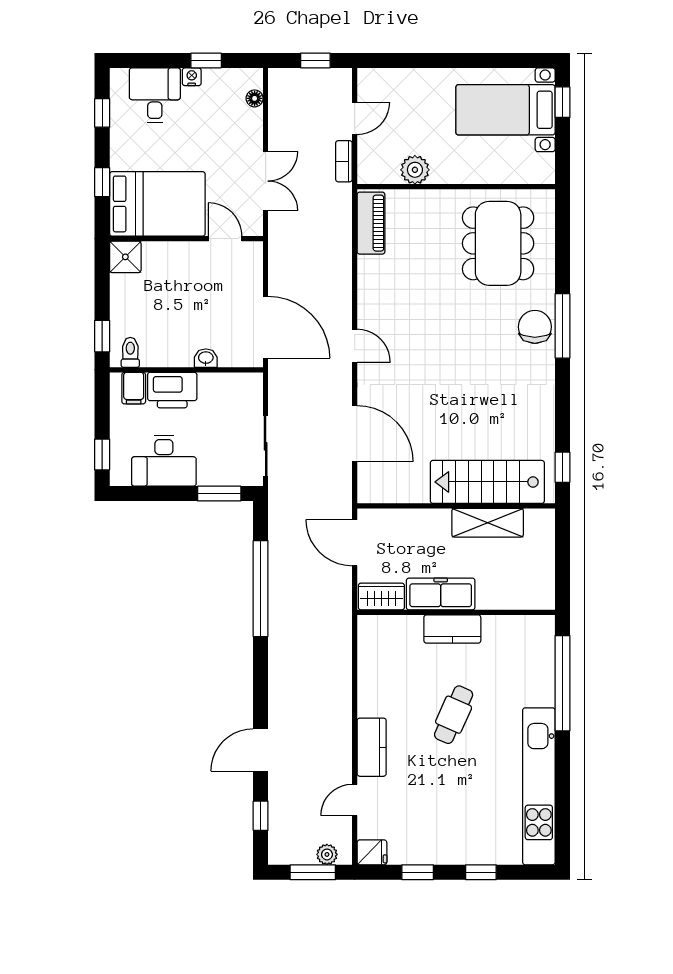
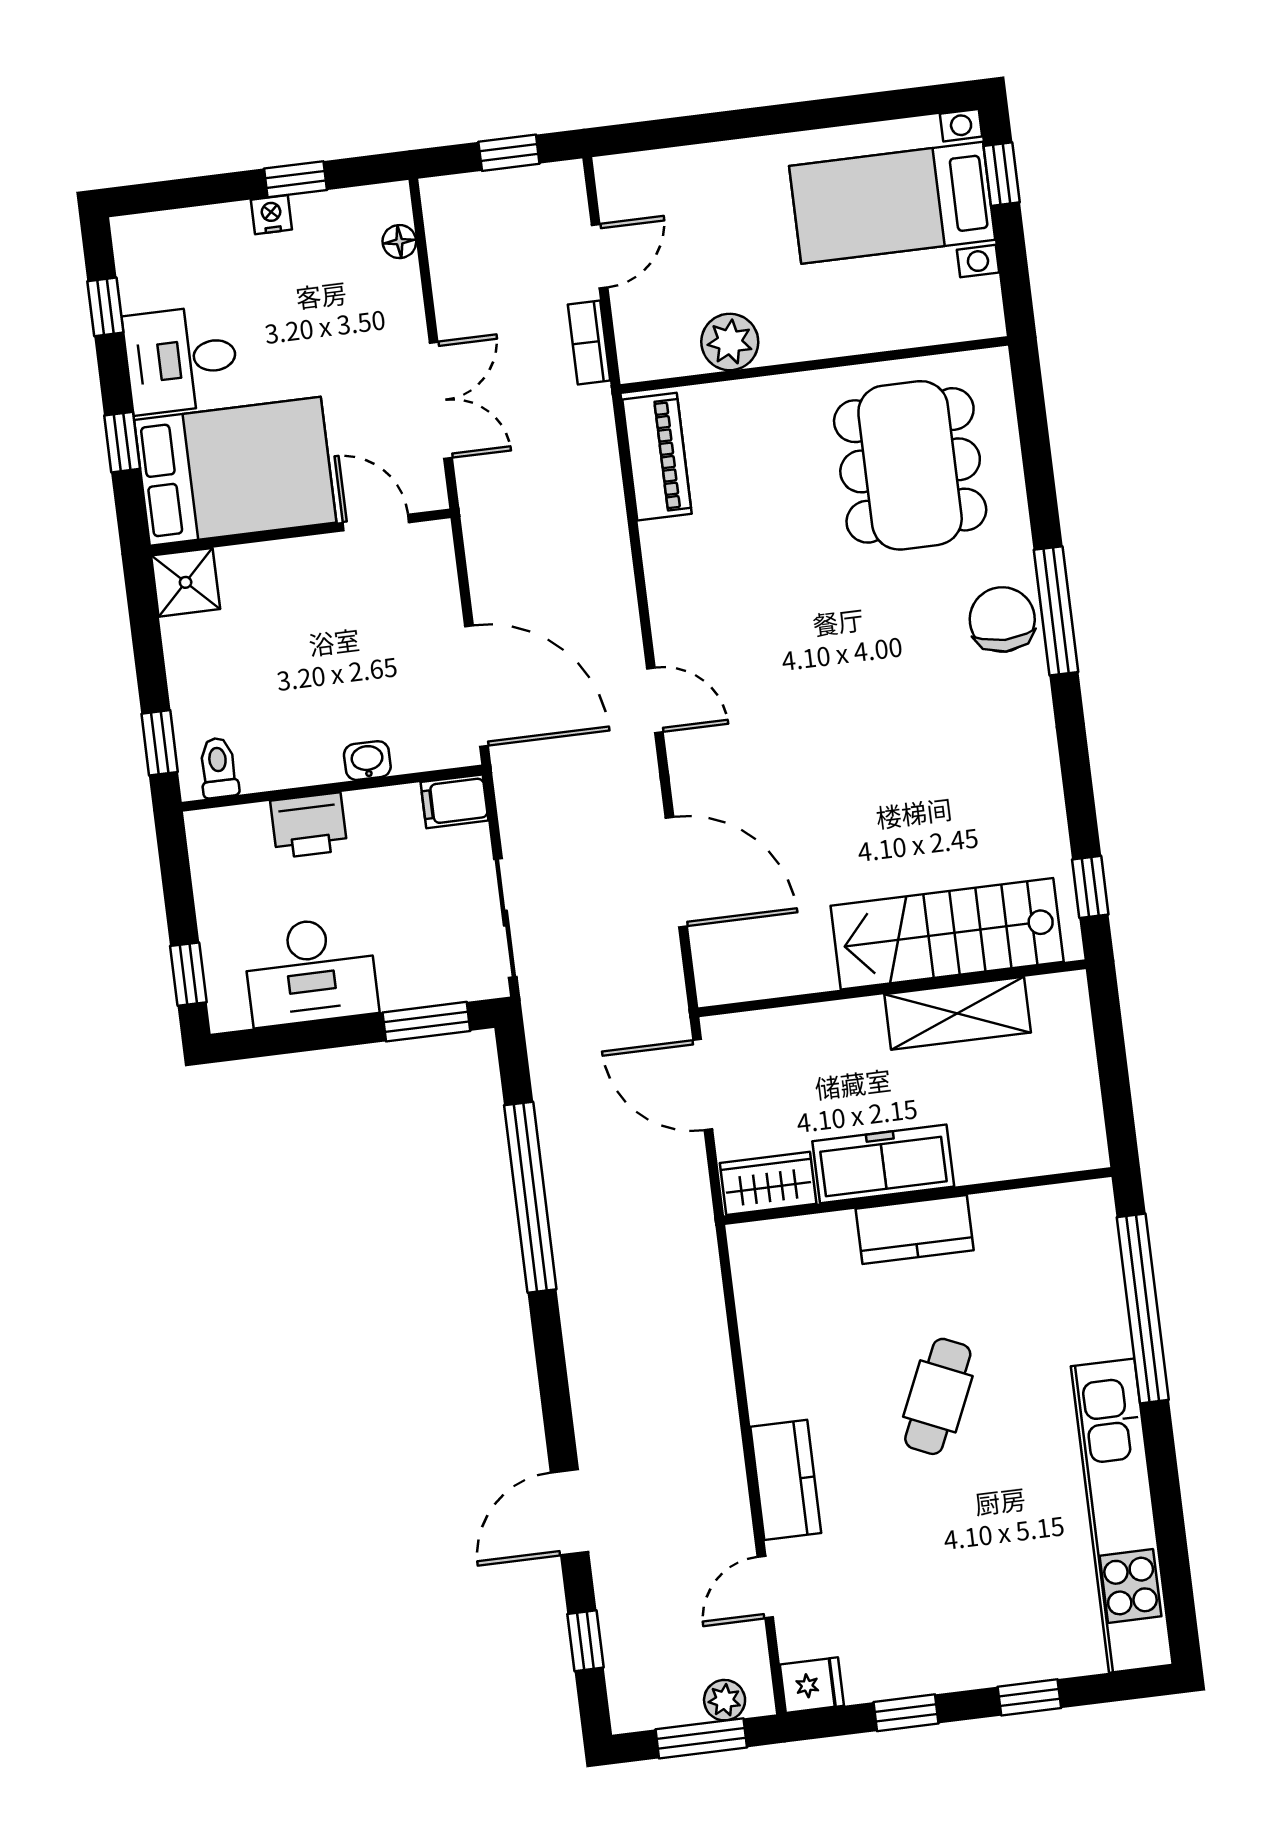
desk: (155, 95) -> (181, 360), moved, turned -90
filing cabinet: (134, 388) -> (455, 801), moved, turned 90
printer: (172, 390) -> (309, 825), width x0.73, depth x0.84

